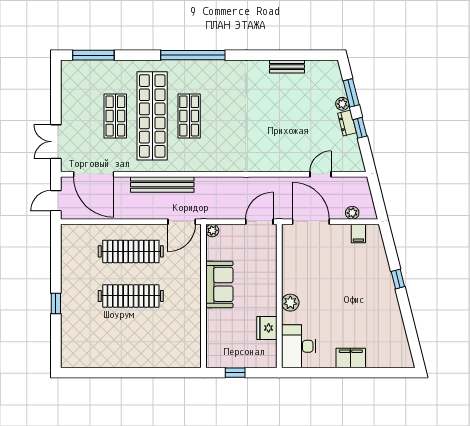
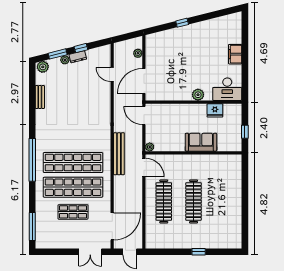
plant: (332, 71) -> (43, 67), added
shop shelf: (189, 116) -> (73, 163), width x2.00, depth x1.36
bench: (162, 185) -> (119, 154), moved
filing cabinet: (358, 234) -> (152, 49), removed
sofa: (219, 284) -> (201, 142), moved

